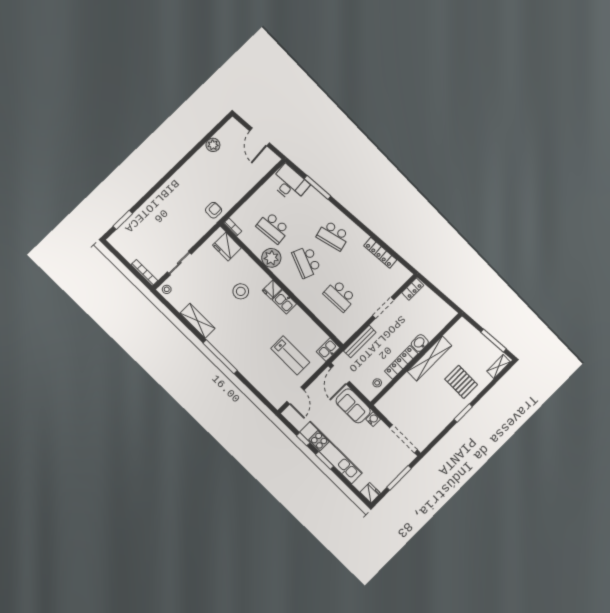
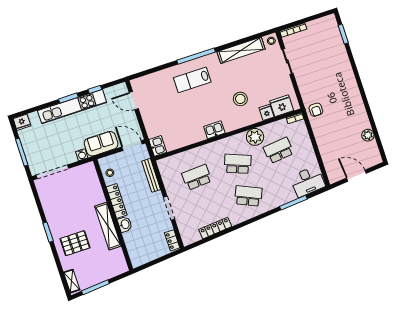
school desk: (333, 236) -> (248, 196), turned 39
fridge: (272, 290) -> (266, 112), moved
shelving: (198, 321) -> (241, 50), width x1.47
lab bench: (290, 355) -> (192, 80), moved

